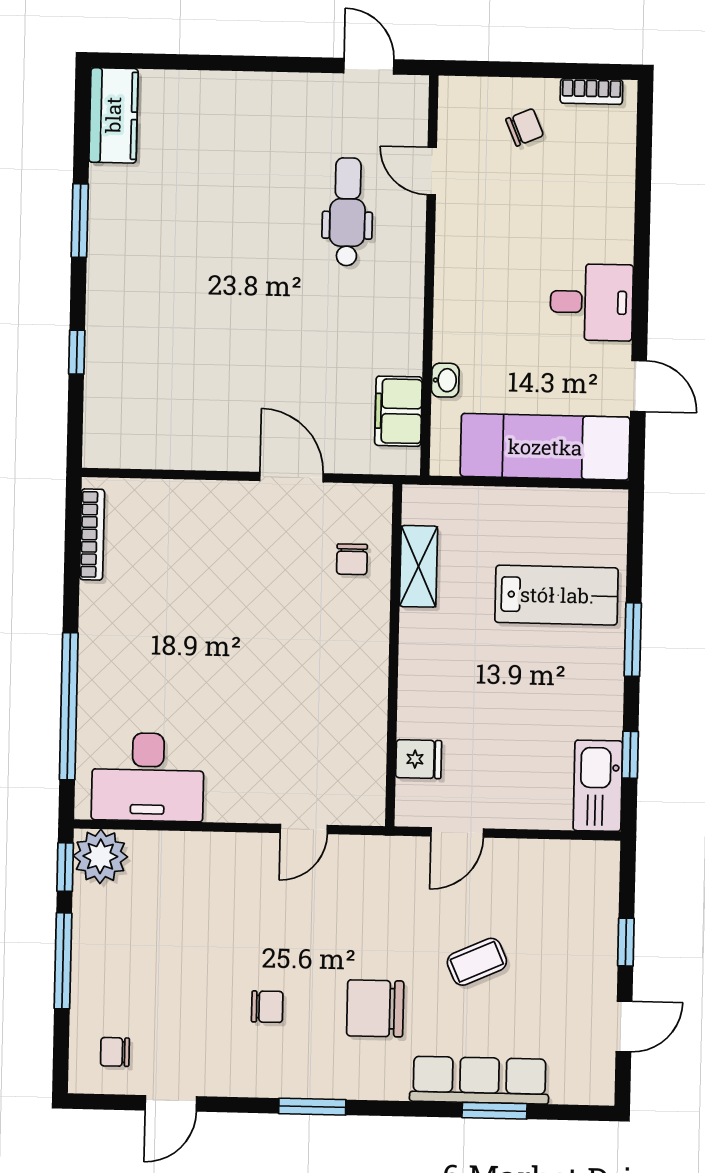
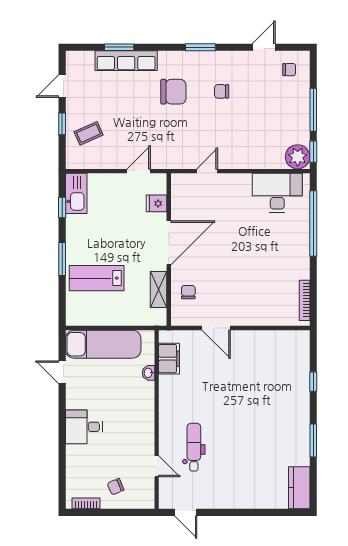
dental chair: (347, 212) -> (194, 447), turned 180
desk: (592, 302) -> (84, 427), moved
door: (393, 670) -> (169, 243), added
coffee table: (477, 962) -> (89, 133), moved

